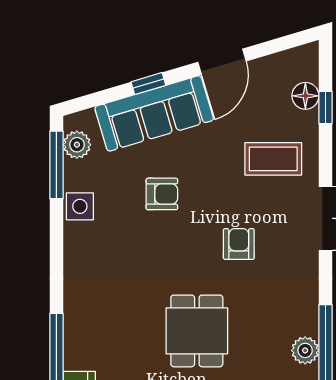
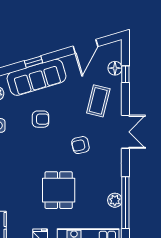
door: (222, 62) -> (85, 46), moved
coffee table: (273, 159) -> (98, 101), turned -76
armchair: (239, 244) -> (80, 145), turned -103

